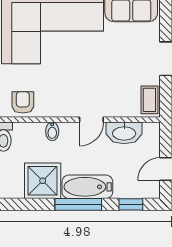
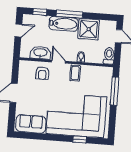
coffee table: (149, 100) -> (75, 73), moved
armchair: (23, 102) -> (42, 73), moved
door: (91, 120) -> (58, 62), hinge flipped

